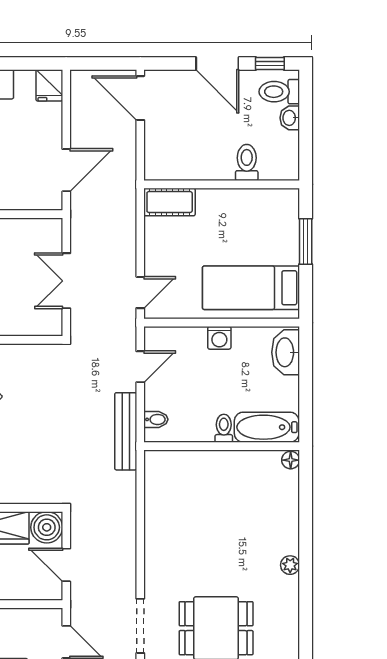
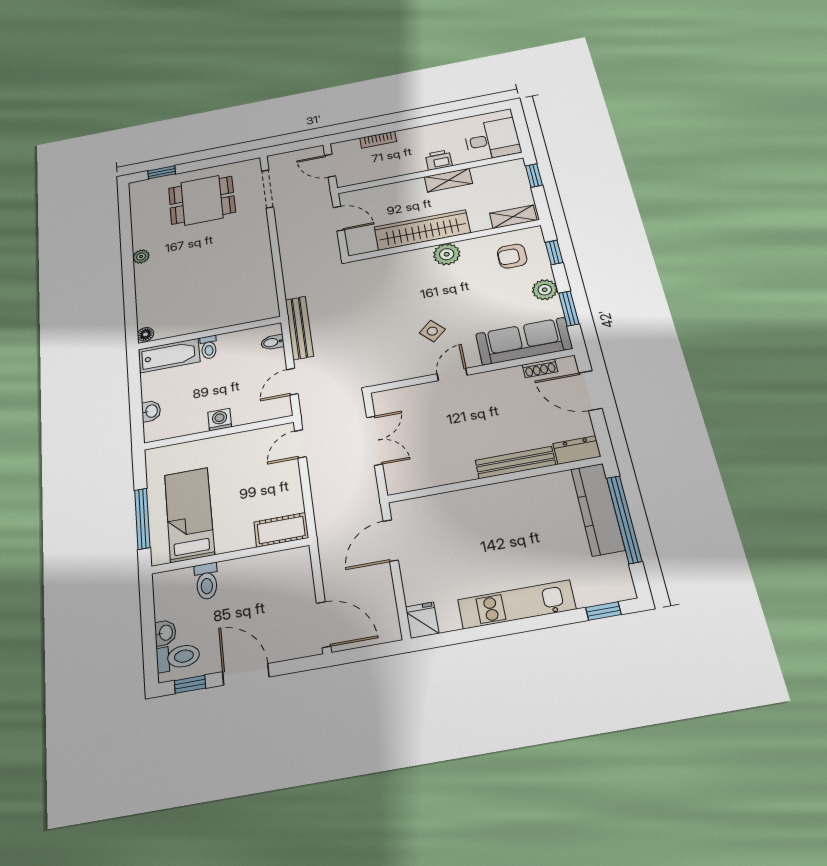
window: (306, 241) -> (142, 519), width x1.44
bed: (251, 288) -> (189, 515), moved, turned -90
washbasin: (286, 352) -> (151, 411), width x0.52, depth x0.69
boiler: (47, 527) -> (361, 242), removed

